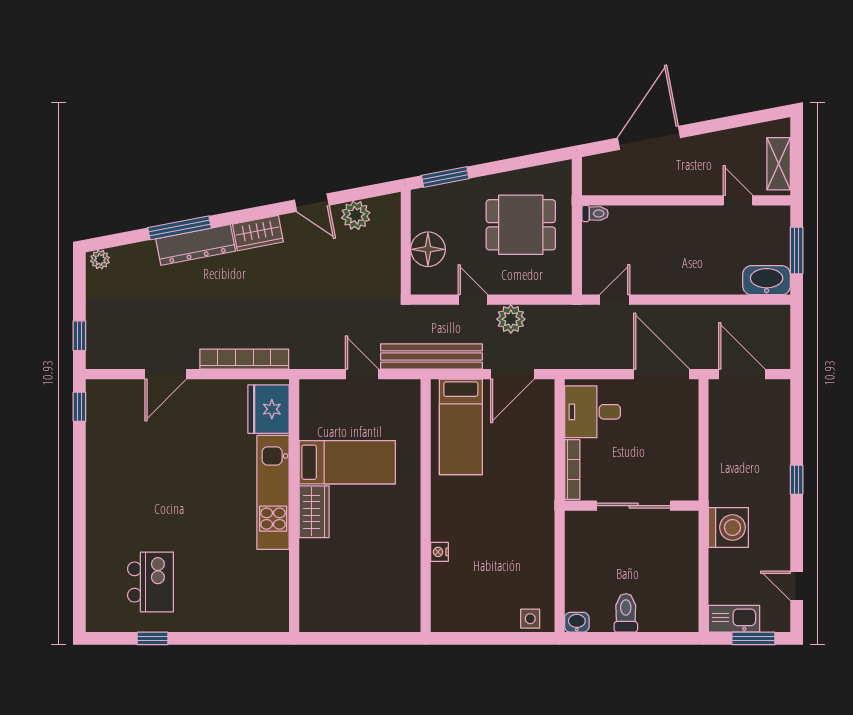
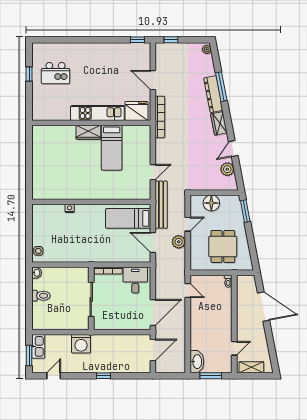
fridge: (269, 409) -> (136, 111), moved
bed: (347, 462) -> (112, 148), moved
kitchen unit: (273, 492) -> (97, 113), moved
wall: (294, 506) -> (91, 123), moved
wardrobe: (314, 512) -> (88, 132), moved

